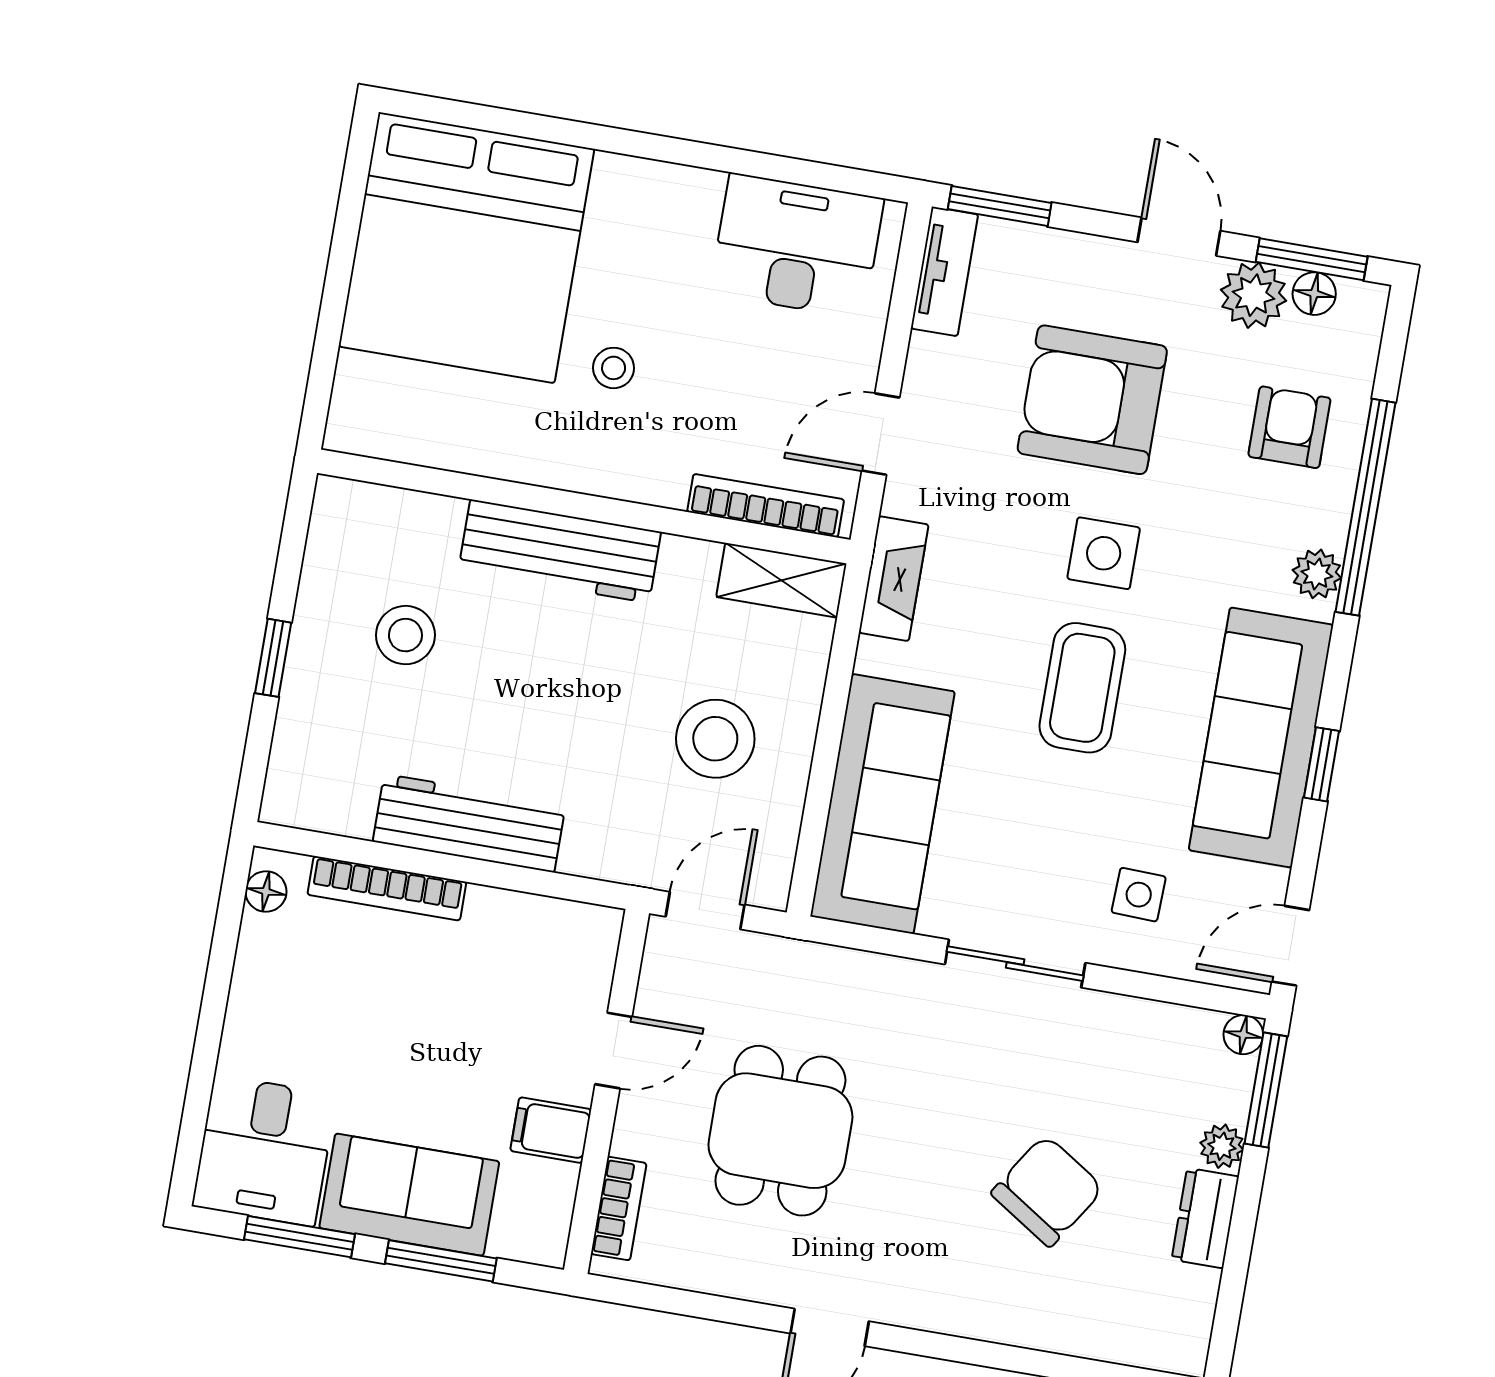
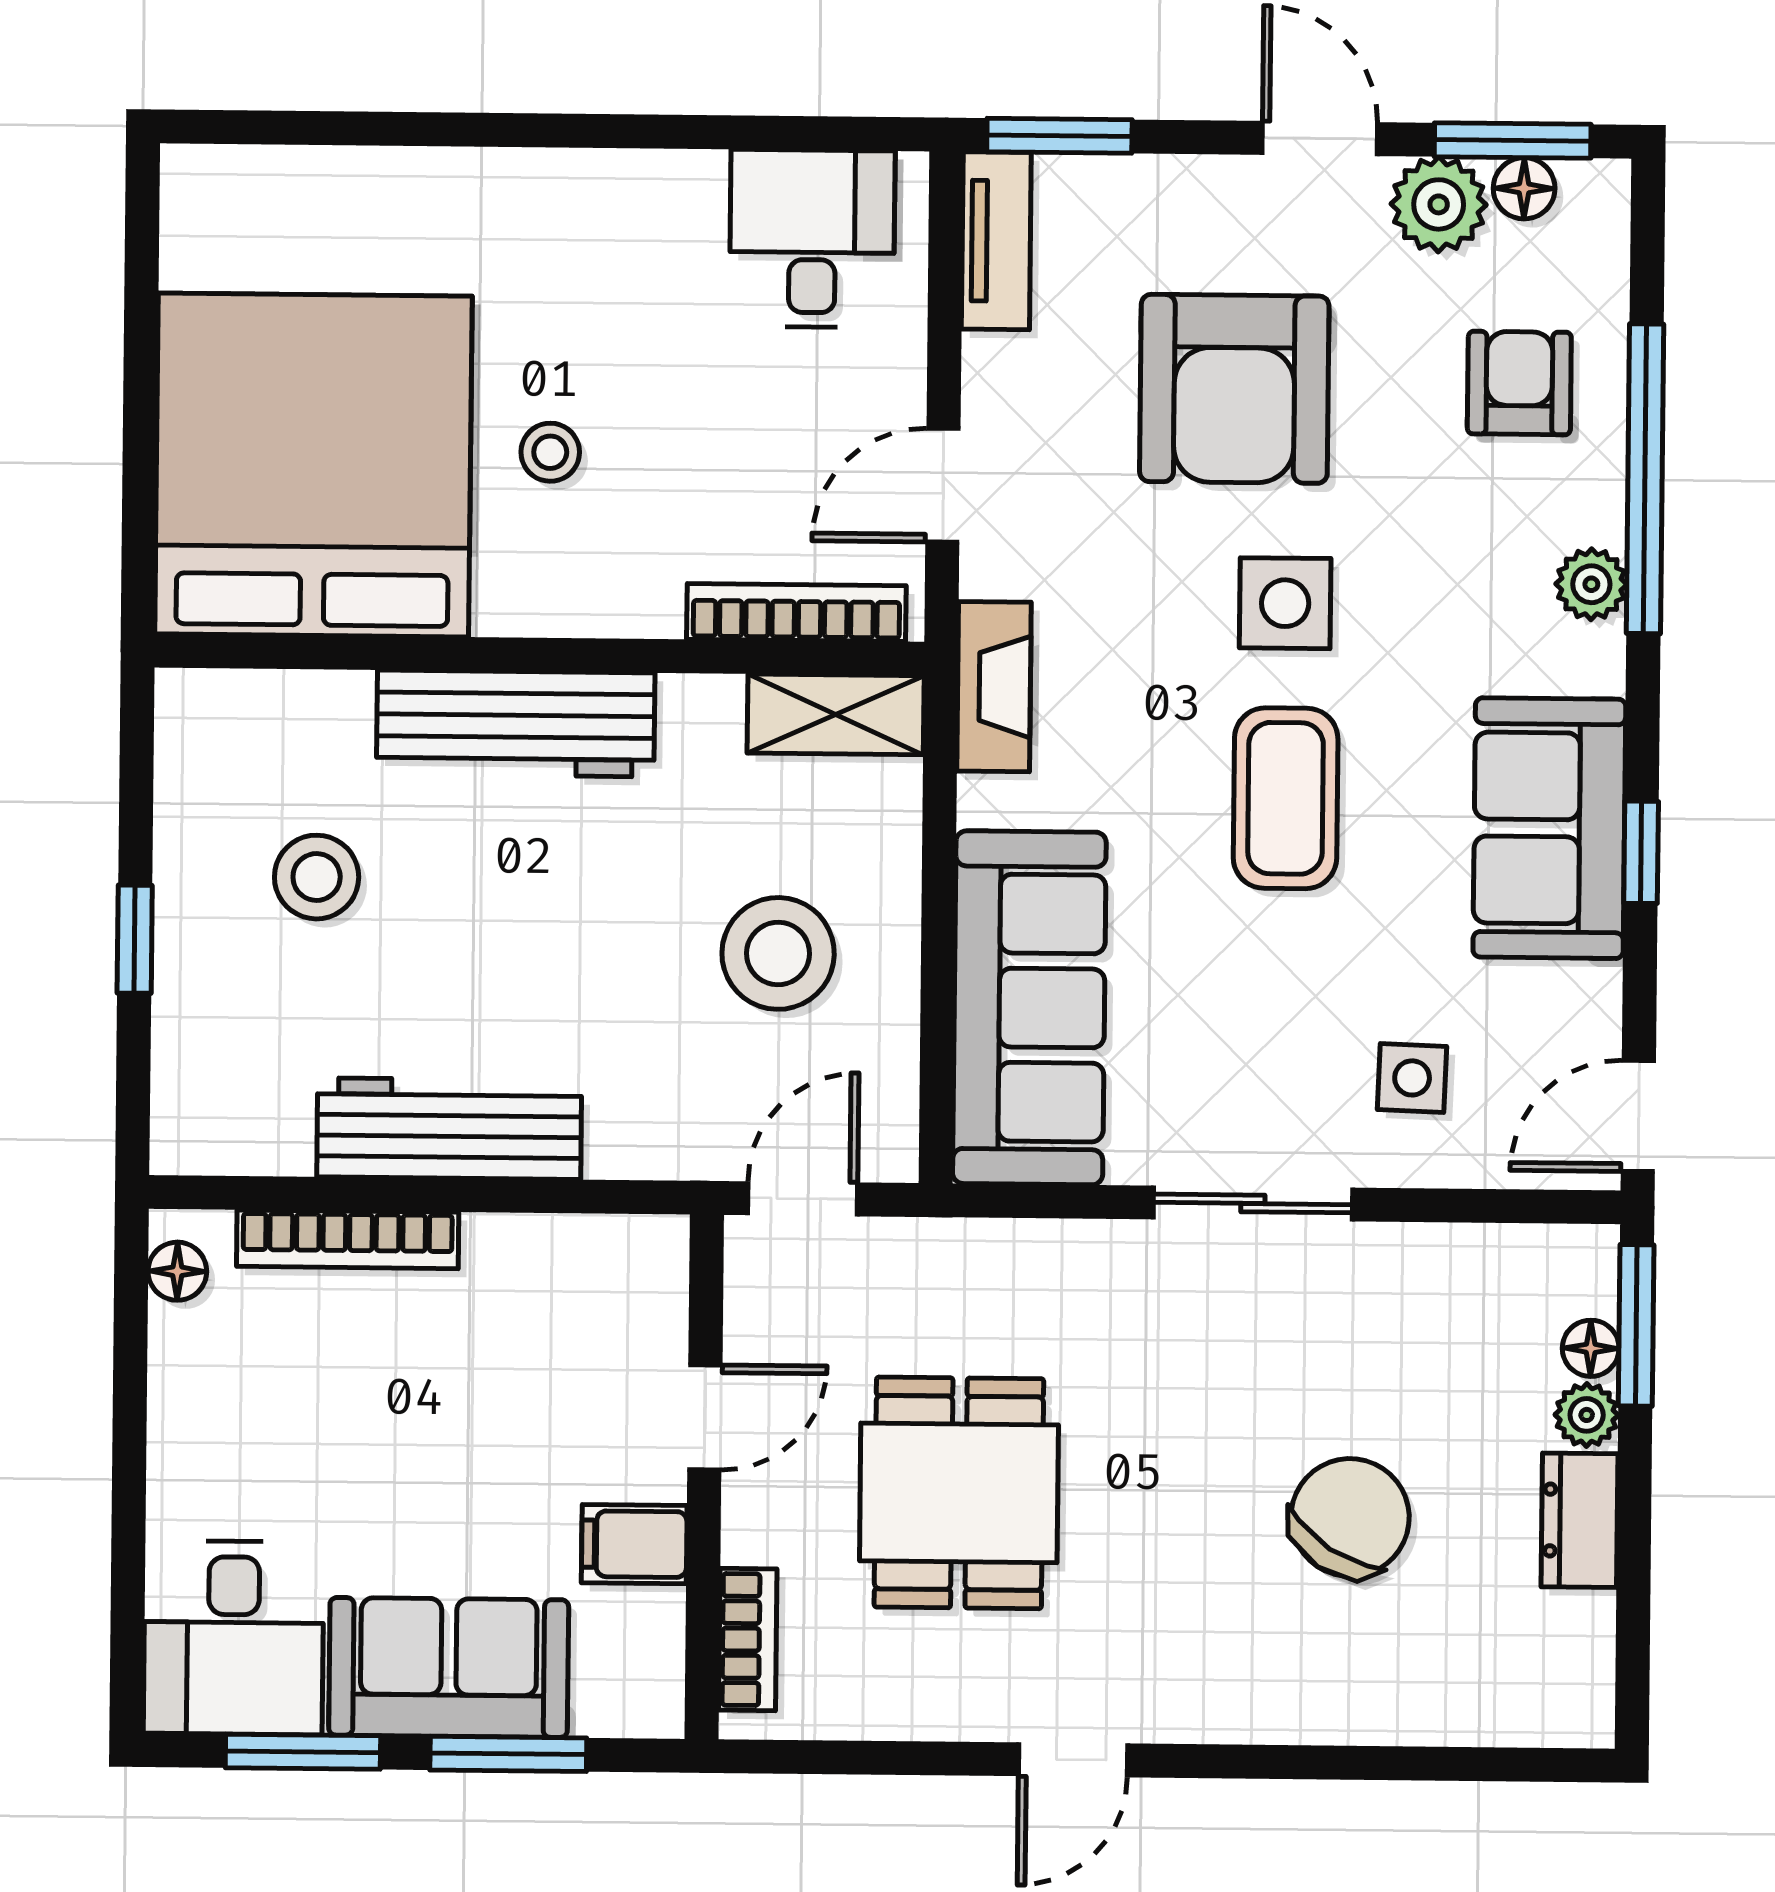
desk: (797, 246) -> (812, 238), width x0.73
bed: (466, 248) -> (313, 465), moved, turned 180
armchair: (1092, 400) -> (1234, 389), turned -90
sofa: (1261, 738) -> (1549, 828), width x0.73
floor lamp: (1243, 1035) -> (1591, 1348), moved

